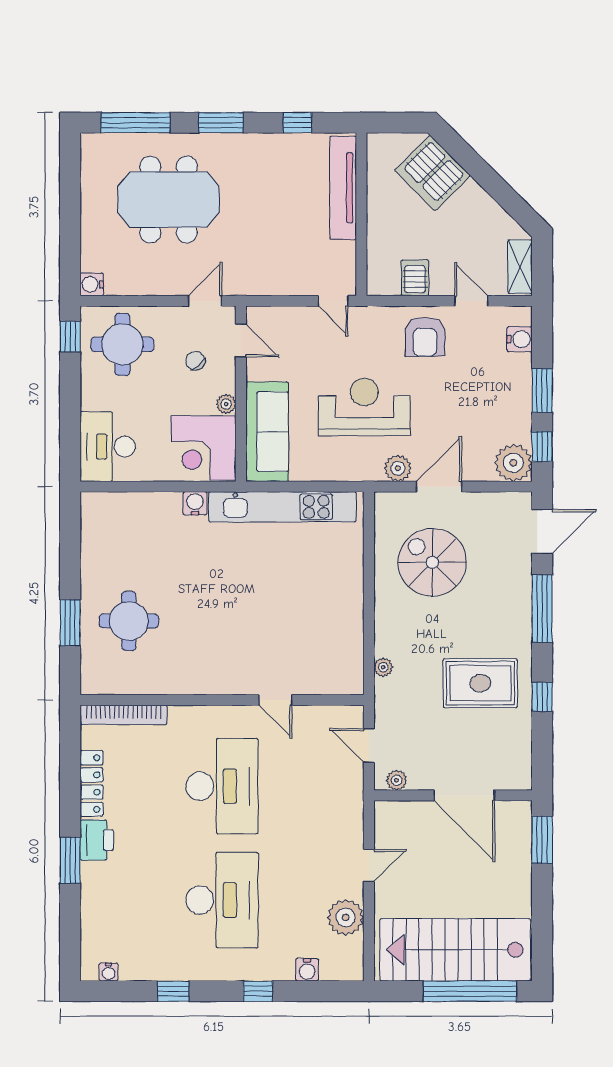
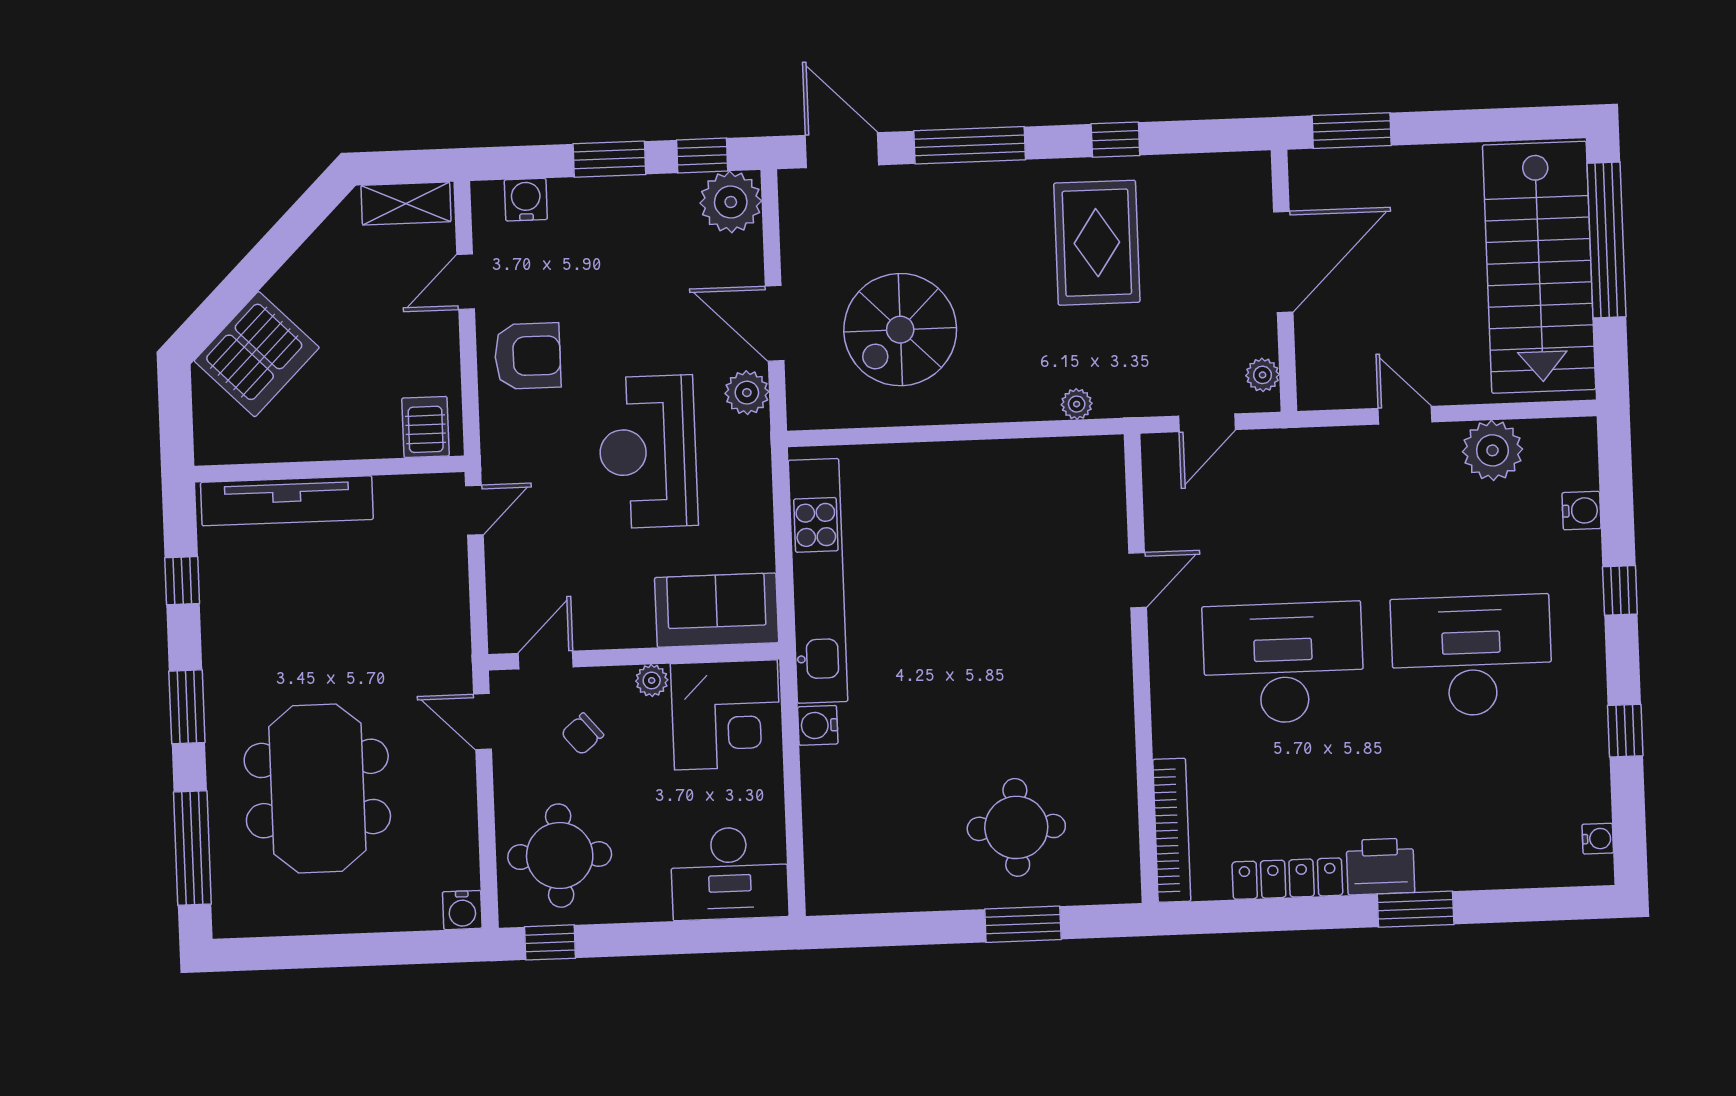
server rack: (415, 278) -> (426, 427), moved, turned 90
sofa: (267, 432) -> (717, 610), width x0.73

